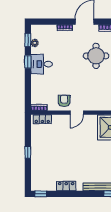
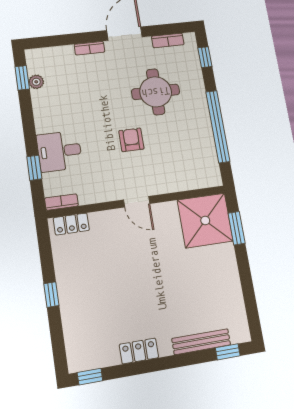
window: (28, 62) -> (34, 168), moved
desk: (42, 64) -> (59, 151), moved
armchair: (64, 101) -> (131, 140), moved
door: (77, 113) -> (137, 202), hinge flipped

